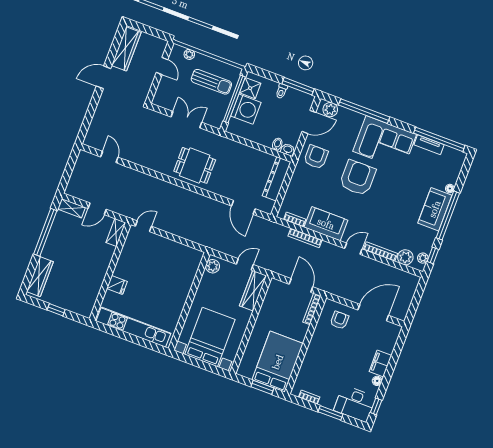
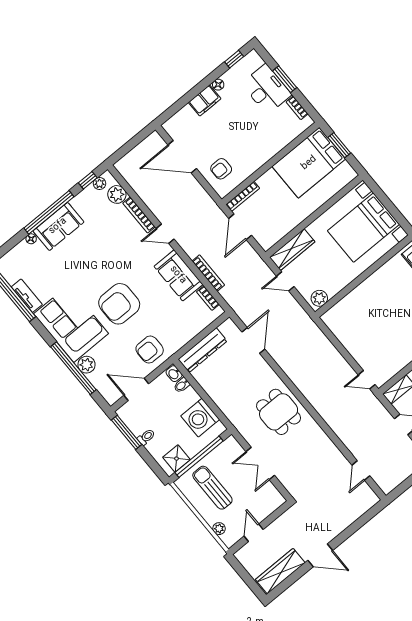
washing machine: (246, 109) -> (200, 418), moved, turned -90
plant: (330, 110) -> (87, 365), moved
desk: (355, 404) -> (267, 89), moved

